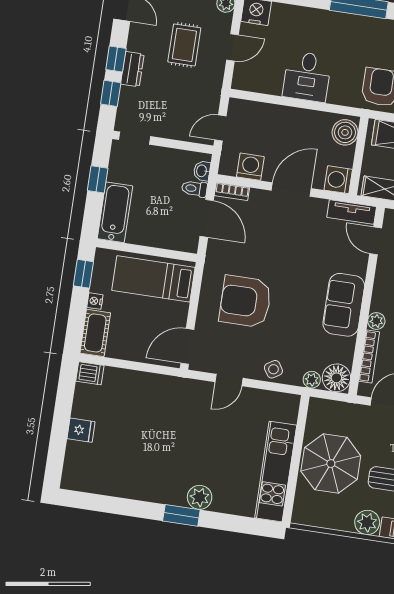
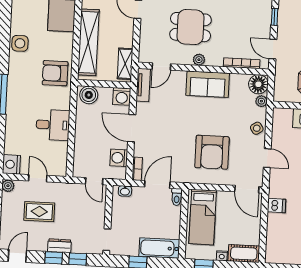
toilet: (194, 189) -> (177, 197), moved
plant: (376, 321) -> (199, 60), moved
dishwasher: (90, 373) -> (276, 206), moved, turned 90

